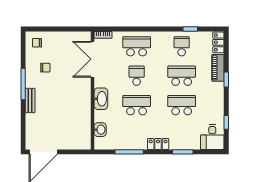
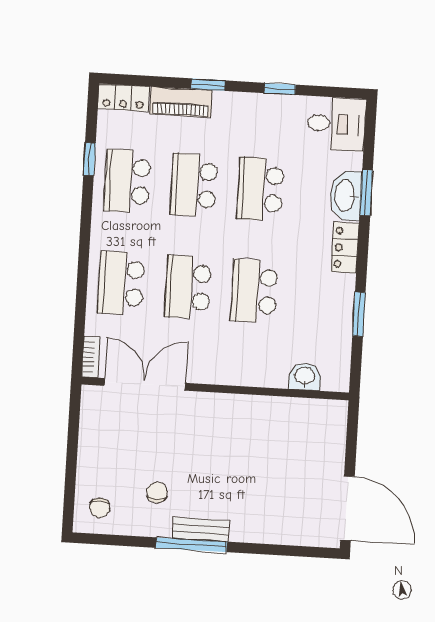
school desk: (182, 46) -> (127, 181), width x1.85
double door: (93, 59) -> (145, 384), swing flipped
school desk: (137, 76) -> (188, 287), width x1.85
washbasin: (101, 99) -> (346, 195), moved, turned -90
bench: (30, 100) -> (201, 529), moved
window: (226, 122) -> (280, 89), moved
window: (129, 152) -> (359, 314), width x0.69

